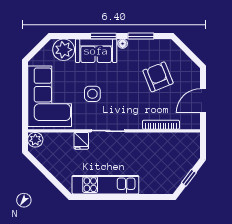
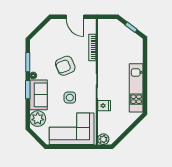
armchair: (158, 77) -> (65, 66), moved

